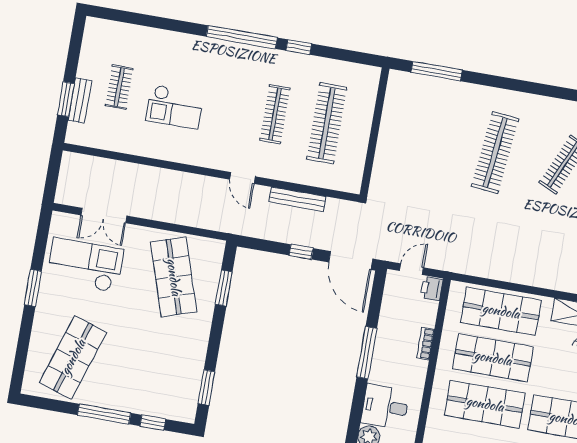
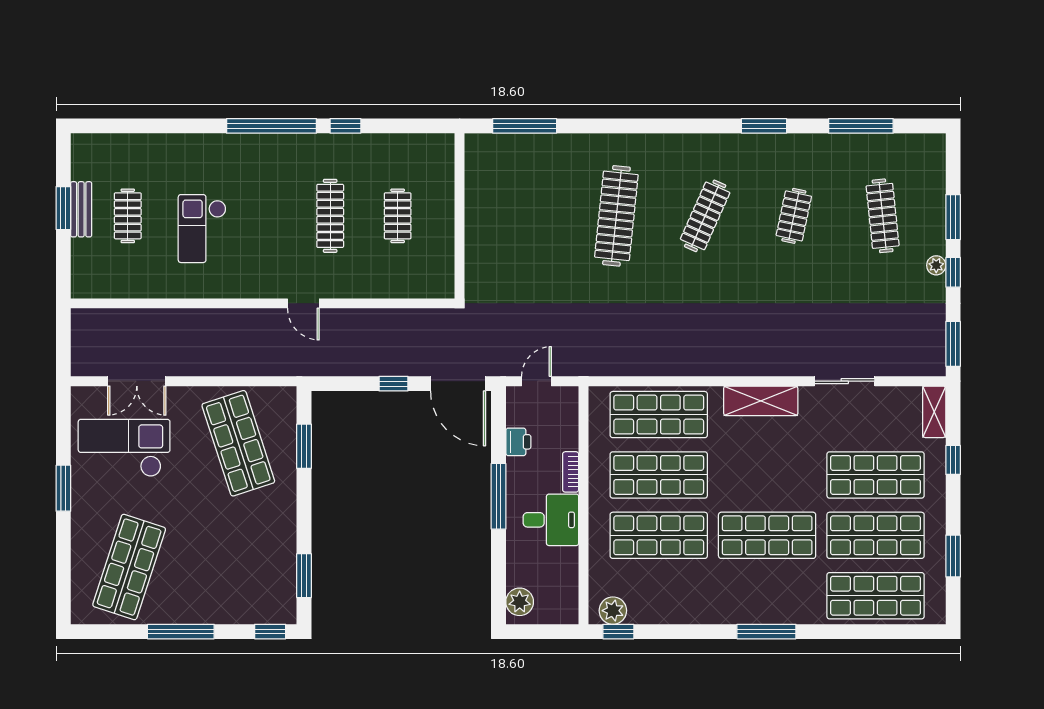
window: (66, 99) -> (63, 208), moved
bench: (80, 101) -> (81, 209), moved
checkout: (175, 107) -> (202, 229), turned 90
clothes rail: (327, 123) -> (398, 216), width x0.54, depth x0.76
bench: (297, 199) -> (377, 318), removed
printer: (432, 288) -> (518, 442), moved, turned 180
desk: (385, 407) -> (551, 520), moved, turned 180
window: (153, 423) -> (270, 632), moved

